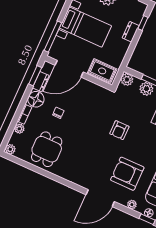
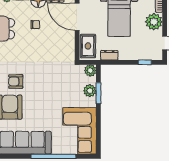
dresser: (131, 32) -> (109, 55), moved
armchair: (119, 130) -> (16, 81), moved

